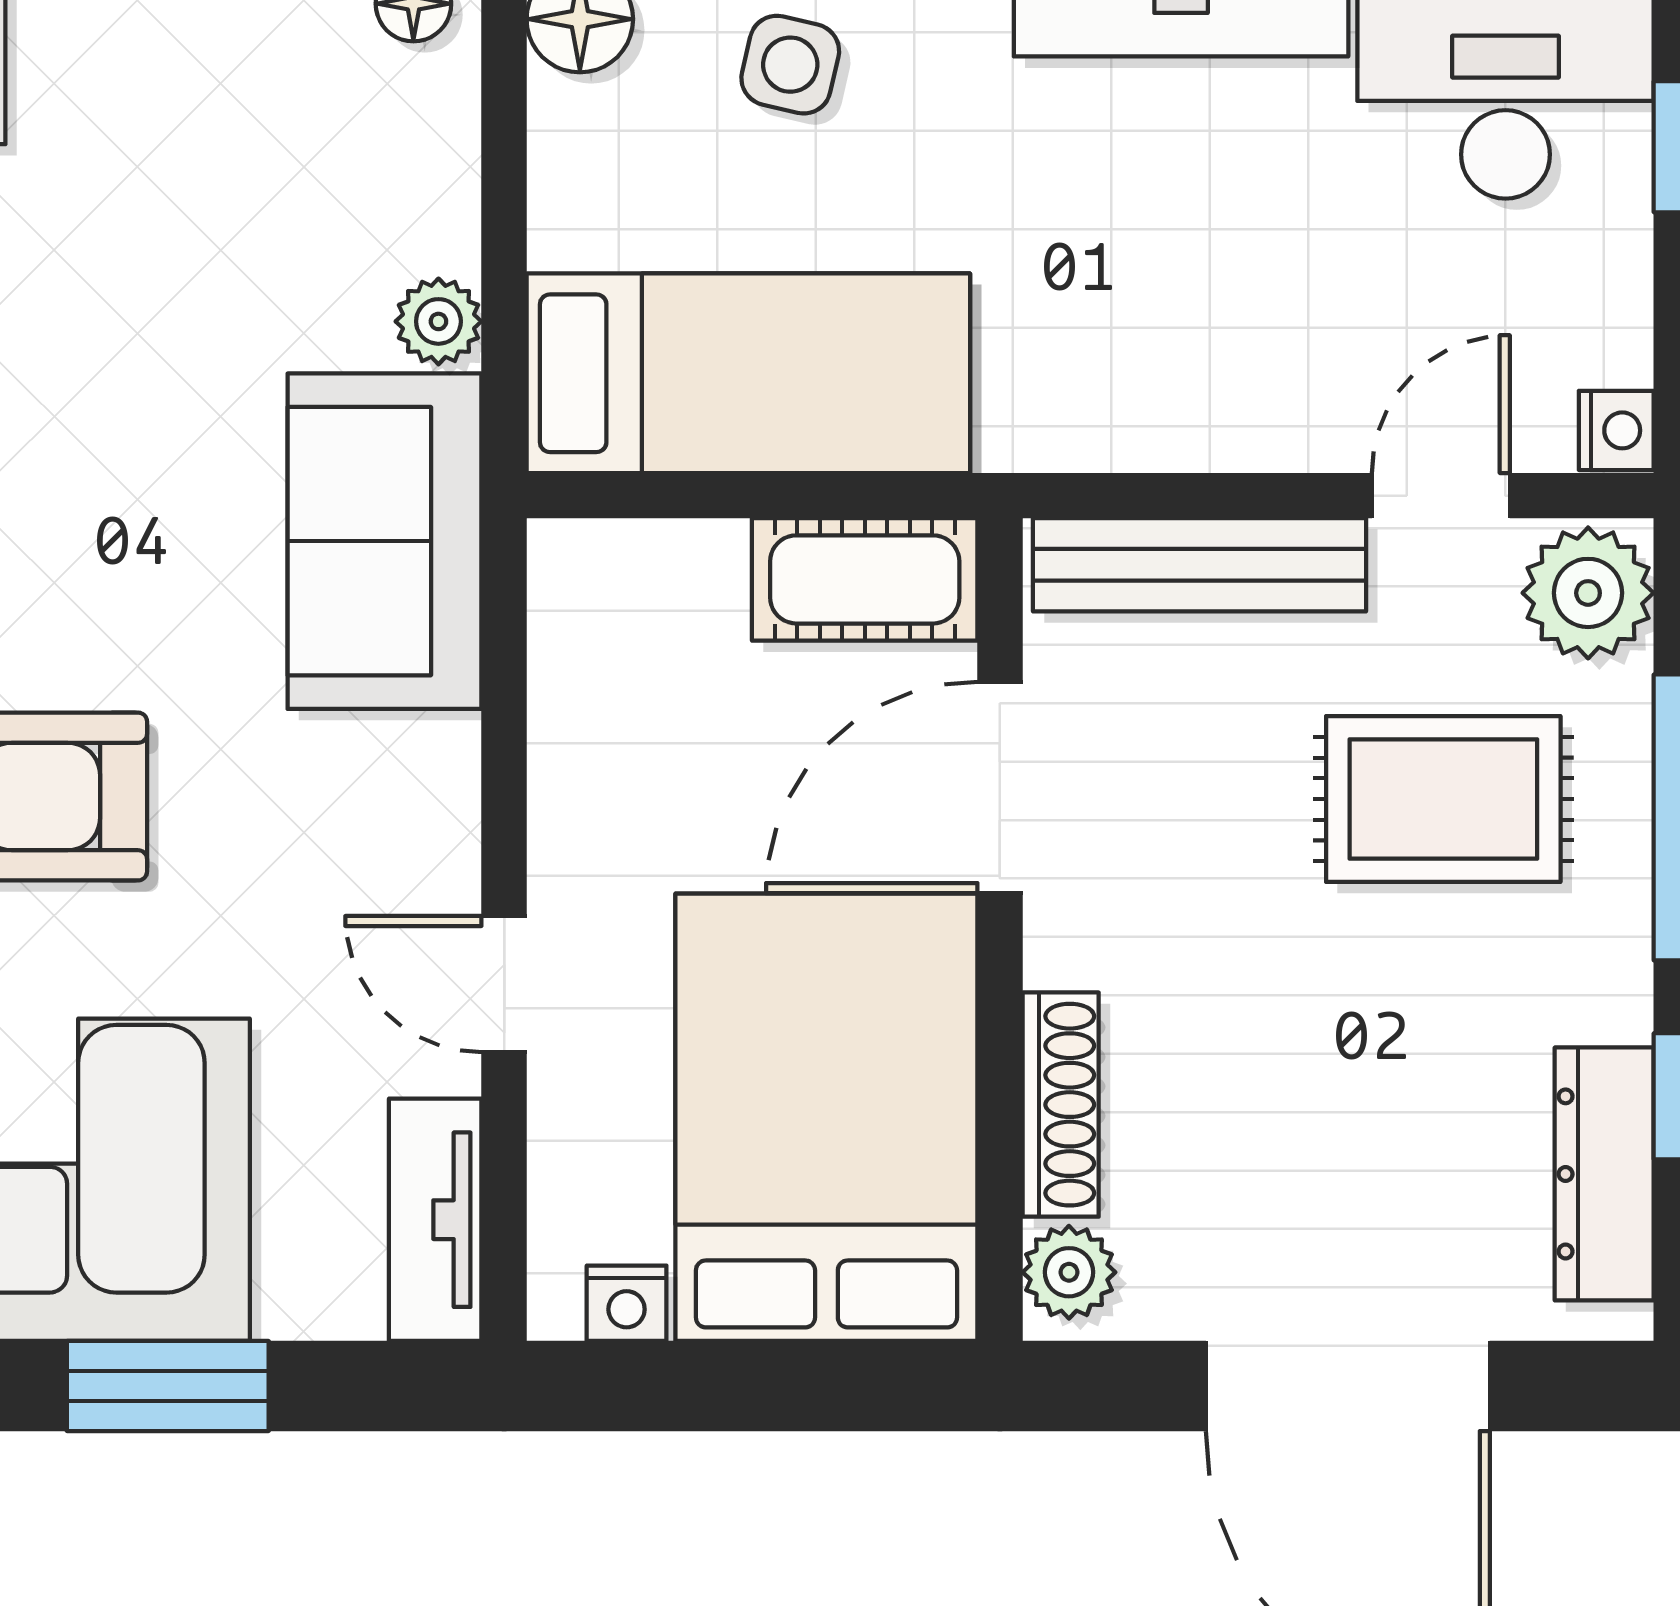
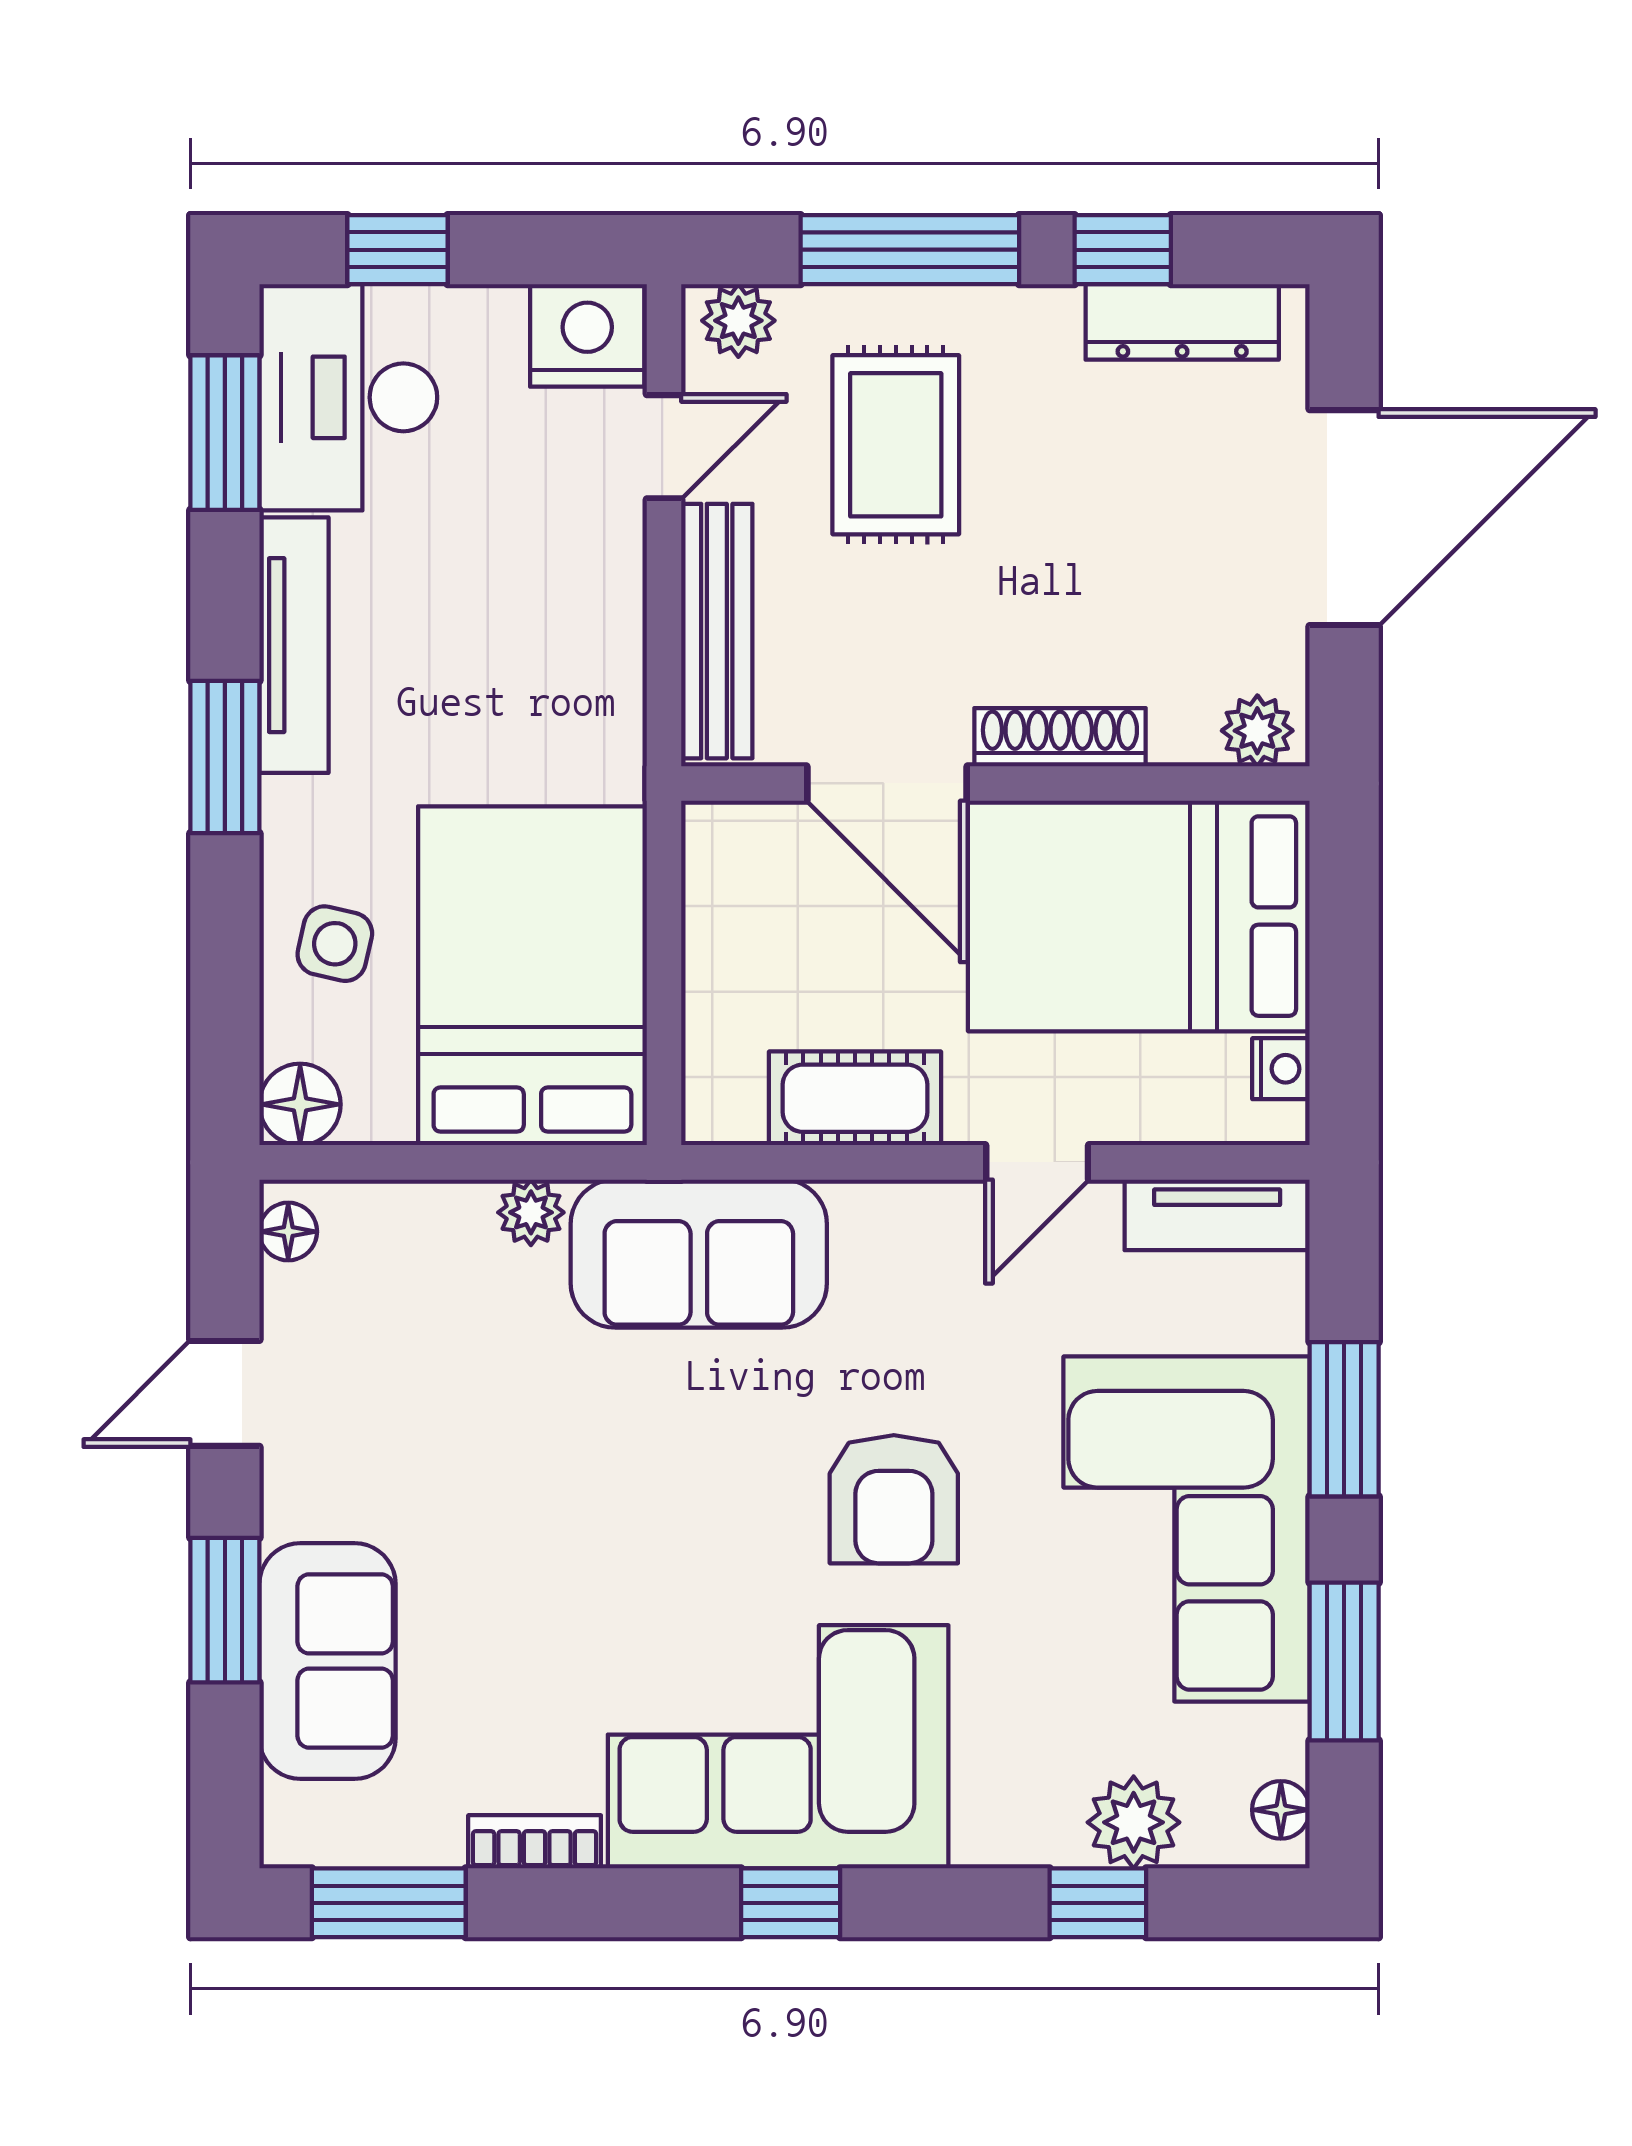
bed: (748, 373) -> (532, 976), width x1.50
nightstand: (1616, 430) -> (587, 335), width x1.89, depth x1.79
door: (1441, 496) -> (664, 447), swing flipped
cot: (865, 579) -> (855, 1098), moved, turned 90
plant: (1588, 593) -> (738, 321), width x0.73, depth x0.73
shoe rack: (1061, 1105) -> (1060, 737), moved

